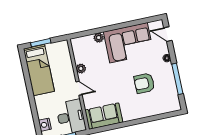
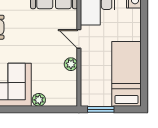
window: (41, 43) -> (101, 109), moved

